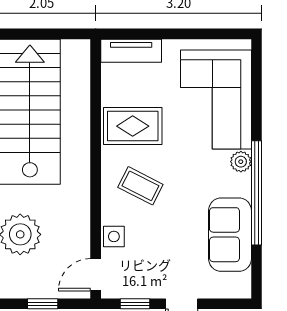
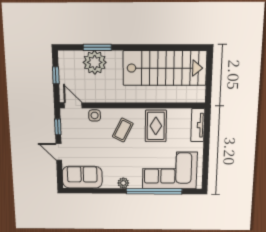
plant: (241, 162) -> (123, 183), moved
window: (257, 193) -> (154, 191), moved
sofa: (230, 235) -> (82, 177), moved

